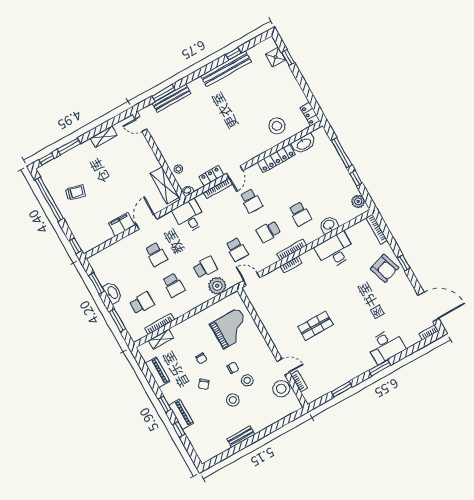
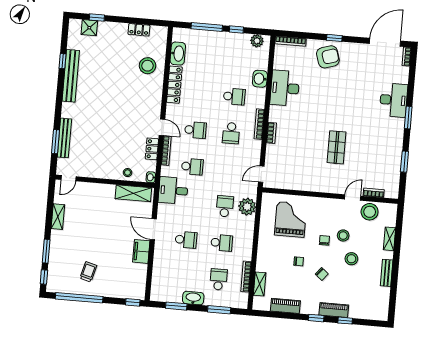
locker: (310, 114) -> (139, 30), moved
school desk: (237, 249) -> (192, 167), moved
shelving: (270, 420) -> (389, 239), added

